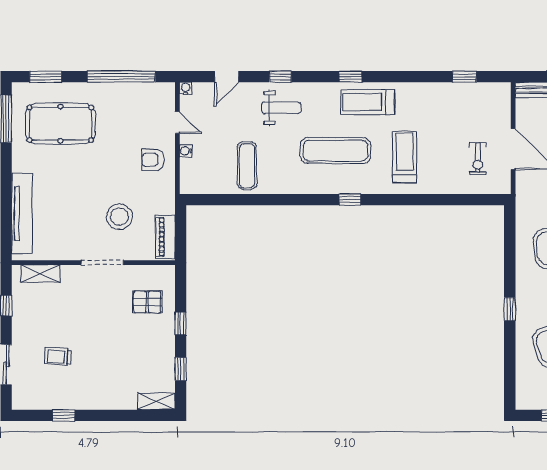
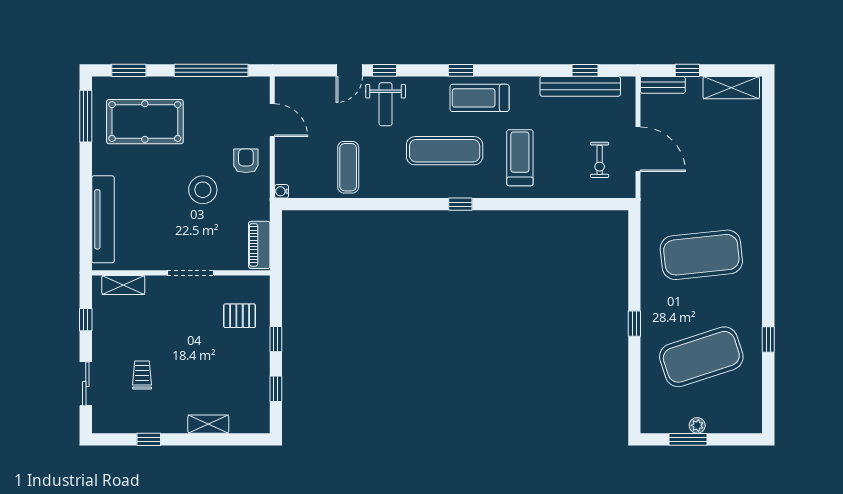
door: (227, 77) -> (349, 70), moved
water cooler: (186, 88) -> (281, 83), removed
bench: (460, 91) -> (580, 86), added
weight bench: (281, 108) -> (386, 104), turned 90
door: (177, 122) -> (272, 120), width x1.38
water cooler: (186, 151) -> (281, 191), moved
armchair: (153, 160) -> (246, 161), turned 90
stool: (119, 217) -> (203, 190), moved
trolley: (58, 356) -> (142, 375), turned 86
shelving: (156, 401) -> (208, 424), moved

